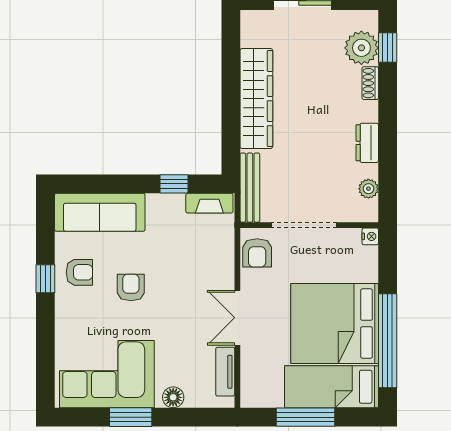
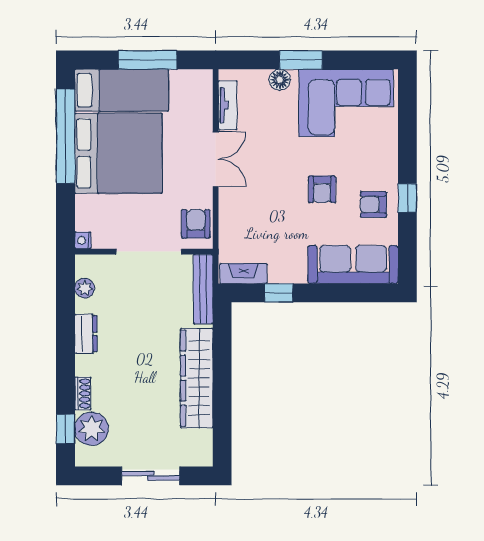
window: (131, 417) -> (301, 60), moved

